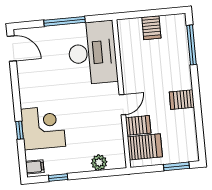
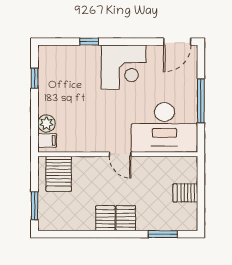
window: (192, 45) -> (163, 234), width x0.69
door: (122, 105) -> (120, 154), moved
server rack: (138, 125) -> (126, 218), moved, turned 180
corner desk: (43, 128) -> (124, 67), moved
filing cabinet: (35, 167) -> (47, 140), moved, turned -90

